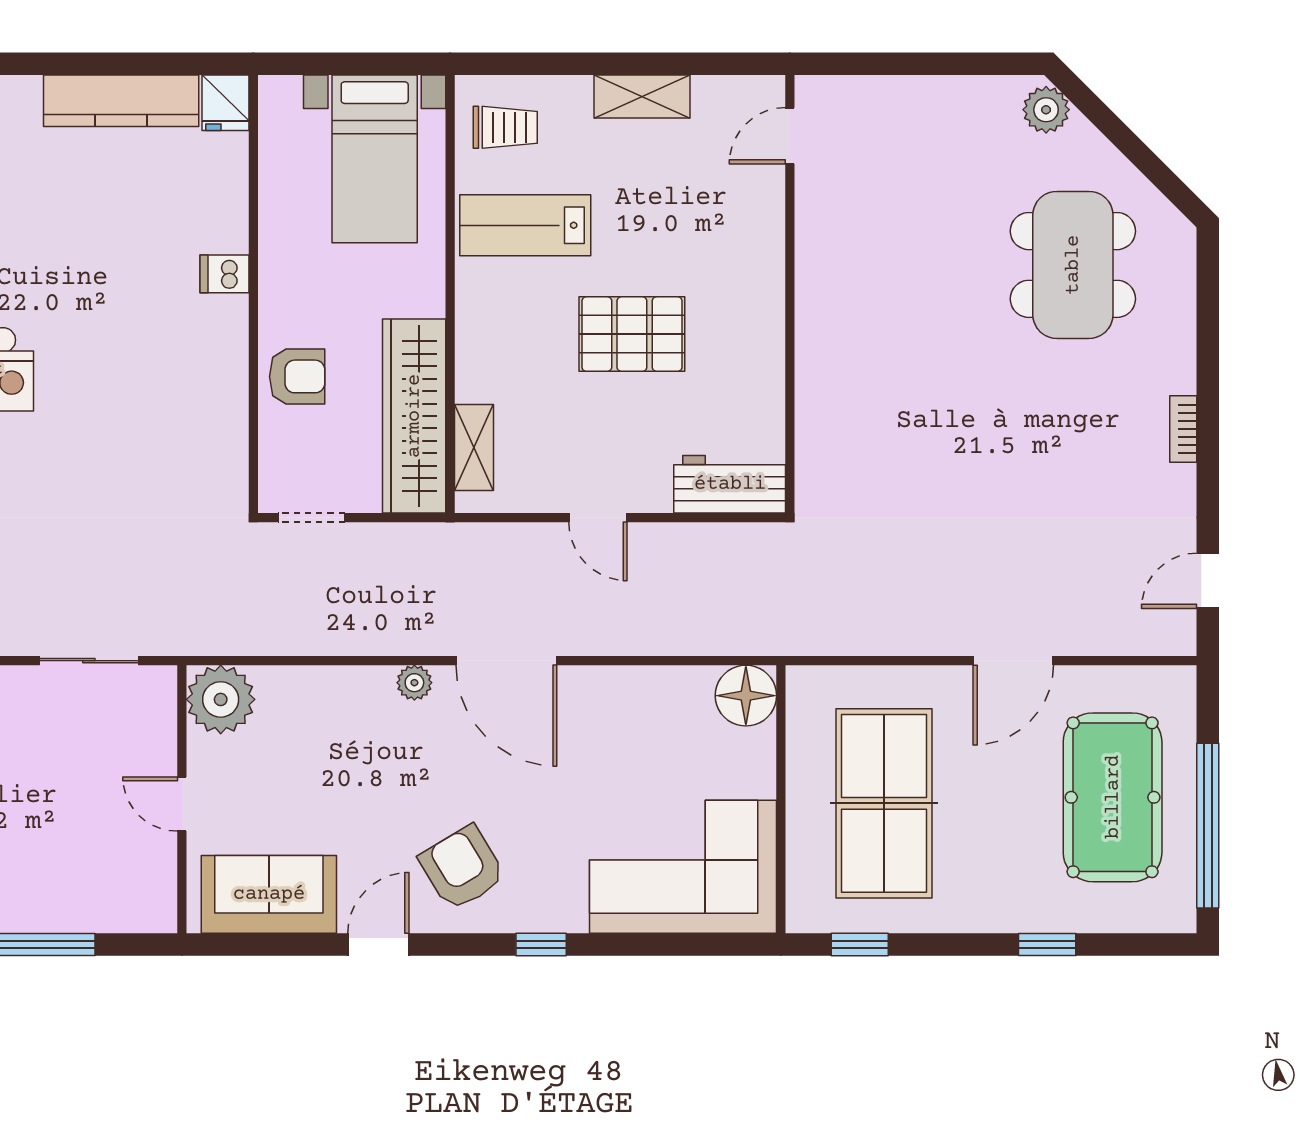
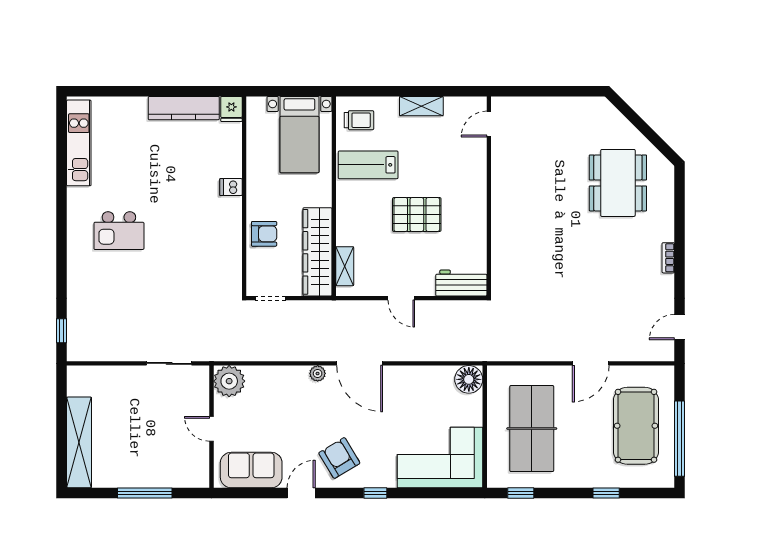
plant: (1046, 110) -> (606, 112), removed

